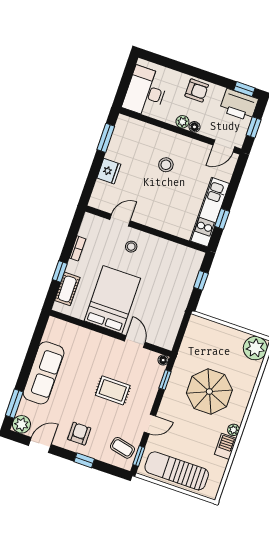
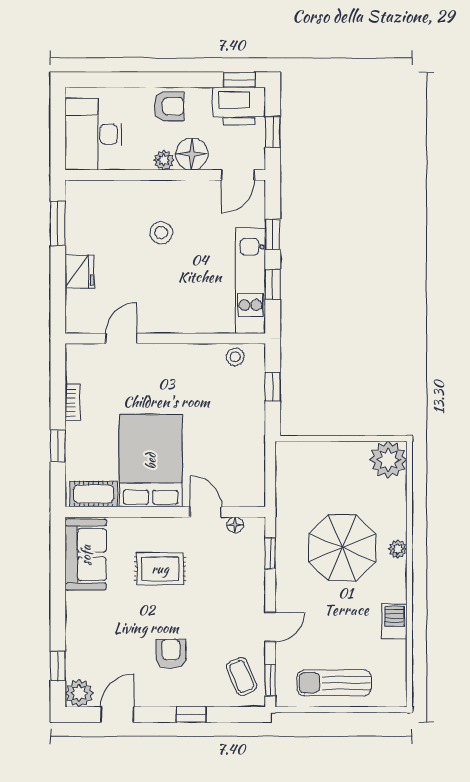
floor lamp: (194, 127) -> (192, 154), width x1.89, depth x1.89
window: (232, 189) -> (273, 235), added
stool: (131, 247) -> (235, 357), moved
cot: (67, 289) -> (94, 494), moved, turned 90
floor lamp: (163, 360) -> (235, 525), moved
sofa: (44, 373) -> (86, 555), moved, width x0.73
rug: (113, 390) -> (160, 569), moved
window: (14, 404) -> (58, 666), width x0.67
plant: (234, 430) -> (398, 549), moved
armchair: (79, 434) -> (171, 654), moved
coffee table: (122, 448) -> (242, 676), turned 54
sun lounger: (177, 471) -> (334, 683), width x0.73, depth x0.75

